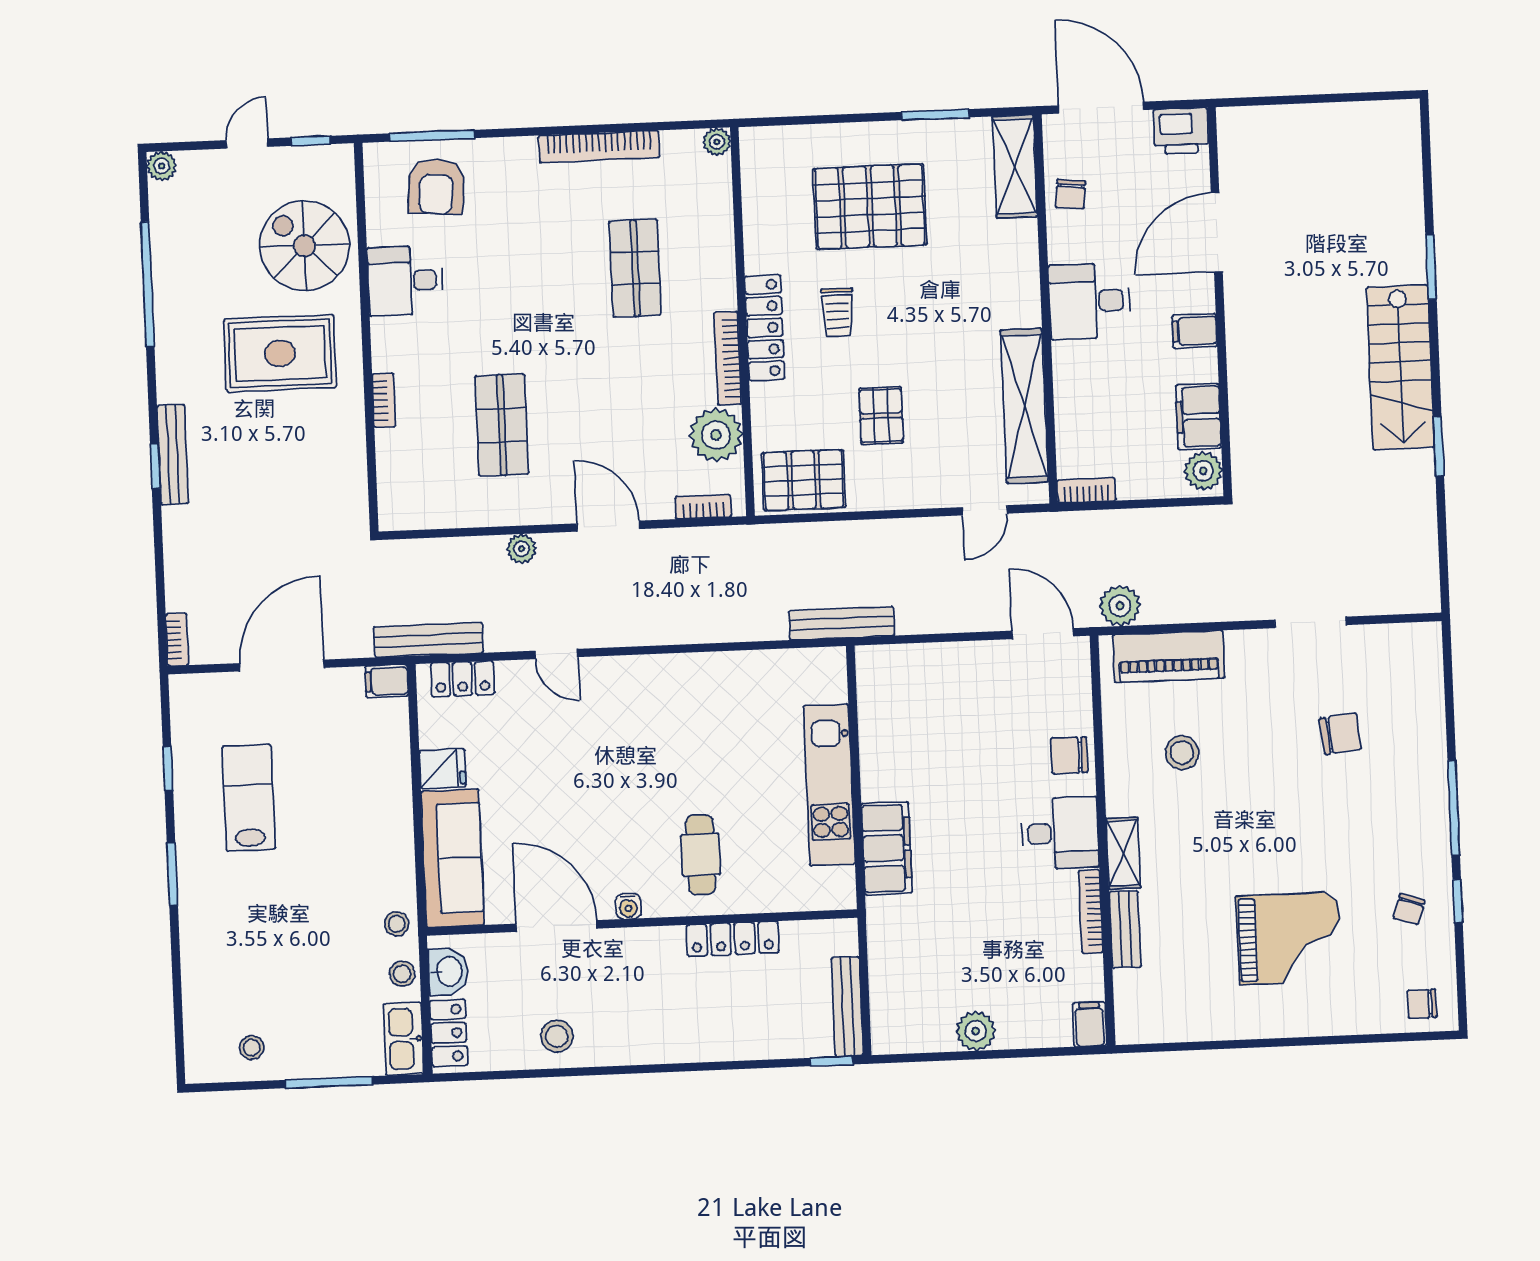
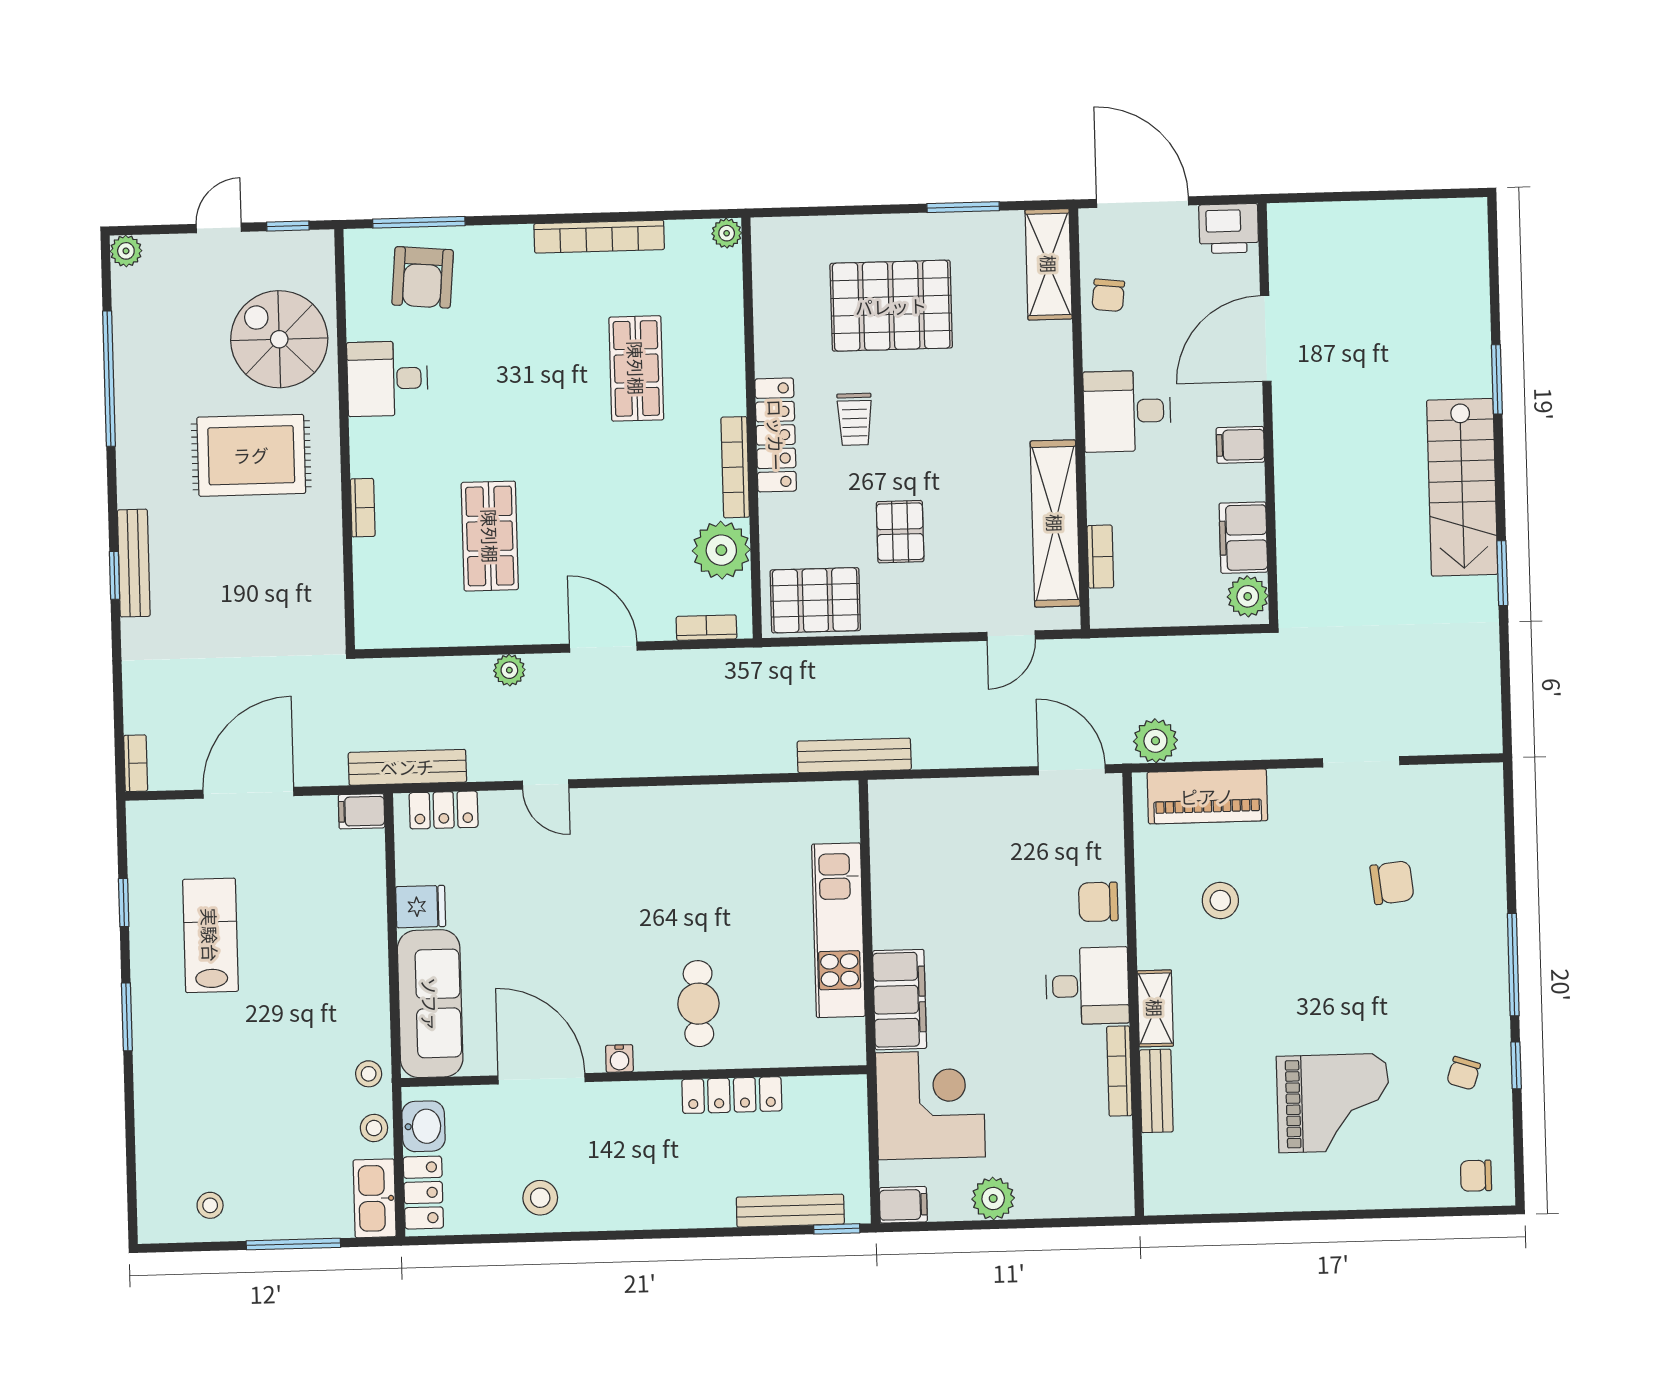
bookcase: (1086, 490) -> (1100, 557), moved, turned 90
corner desk: (917, 945) -> (930, 1105), added
bench: (847, 1007) -> (790, 1211), moved, turned 90
filing cabinet: (1090, 1024) -> (903, 1205), moved, turned 90

